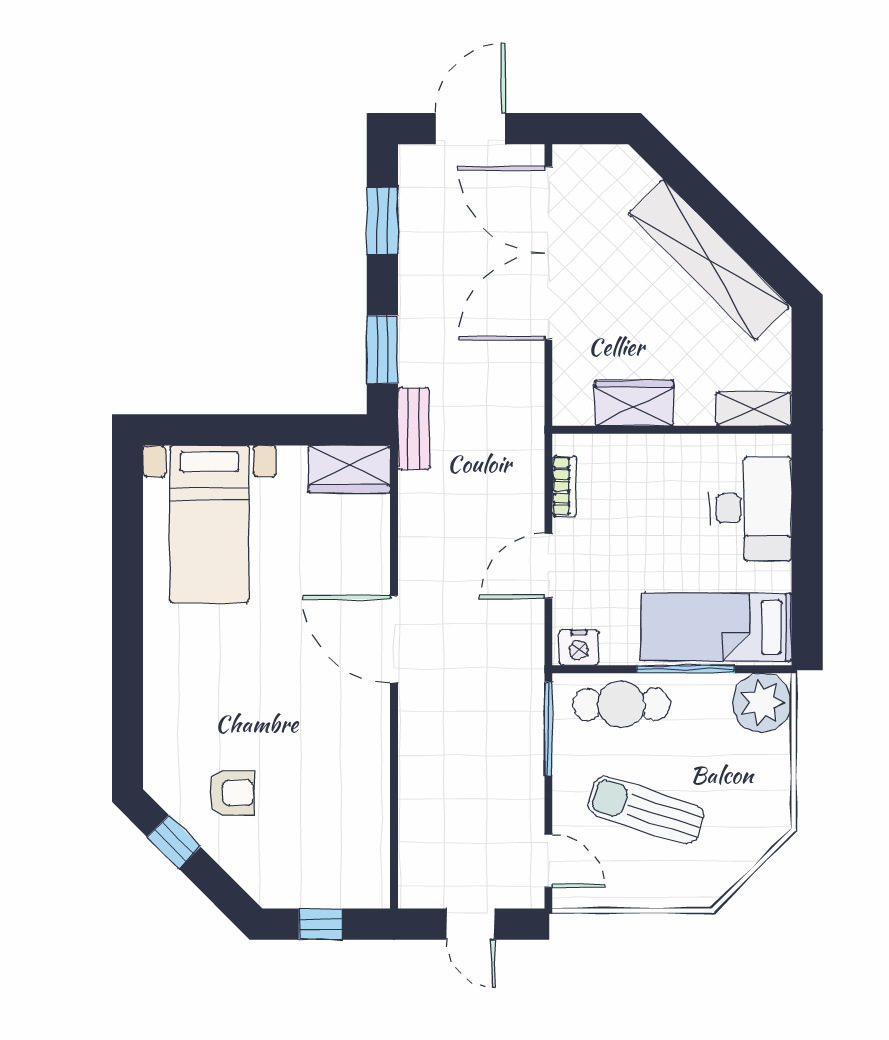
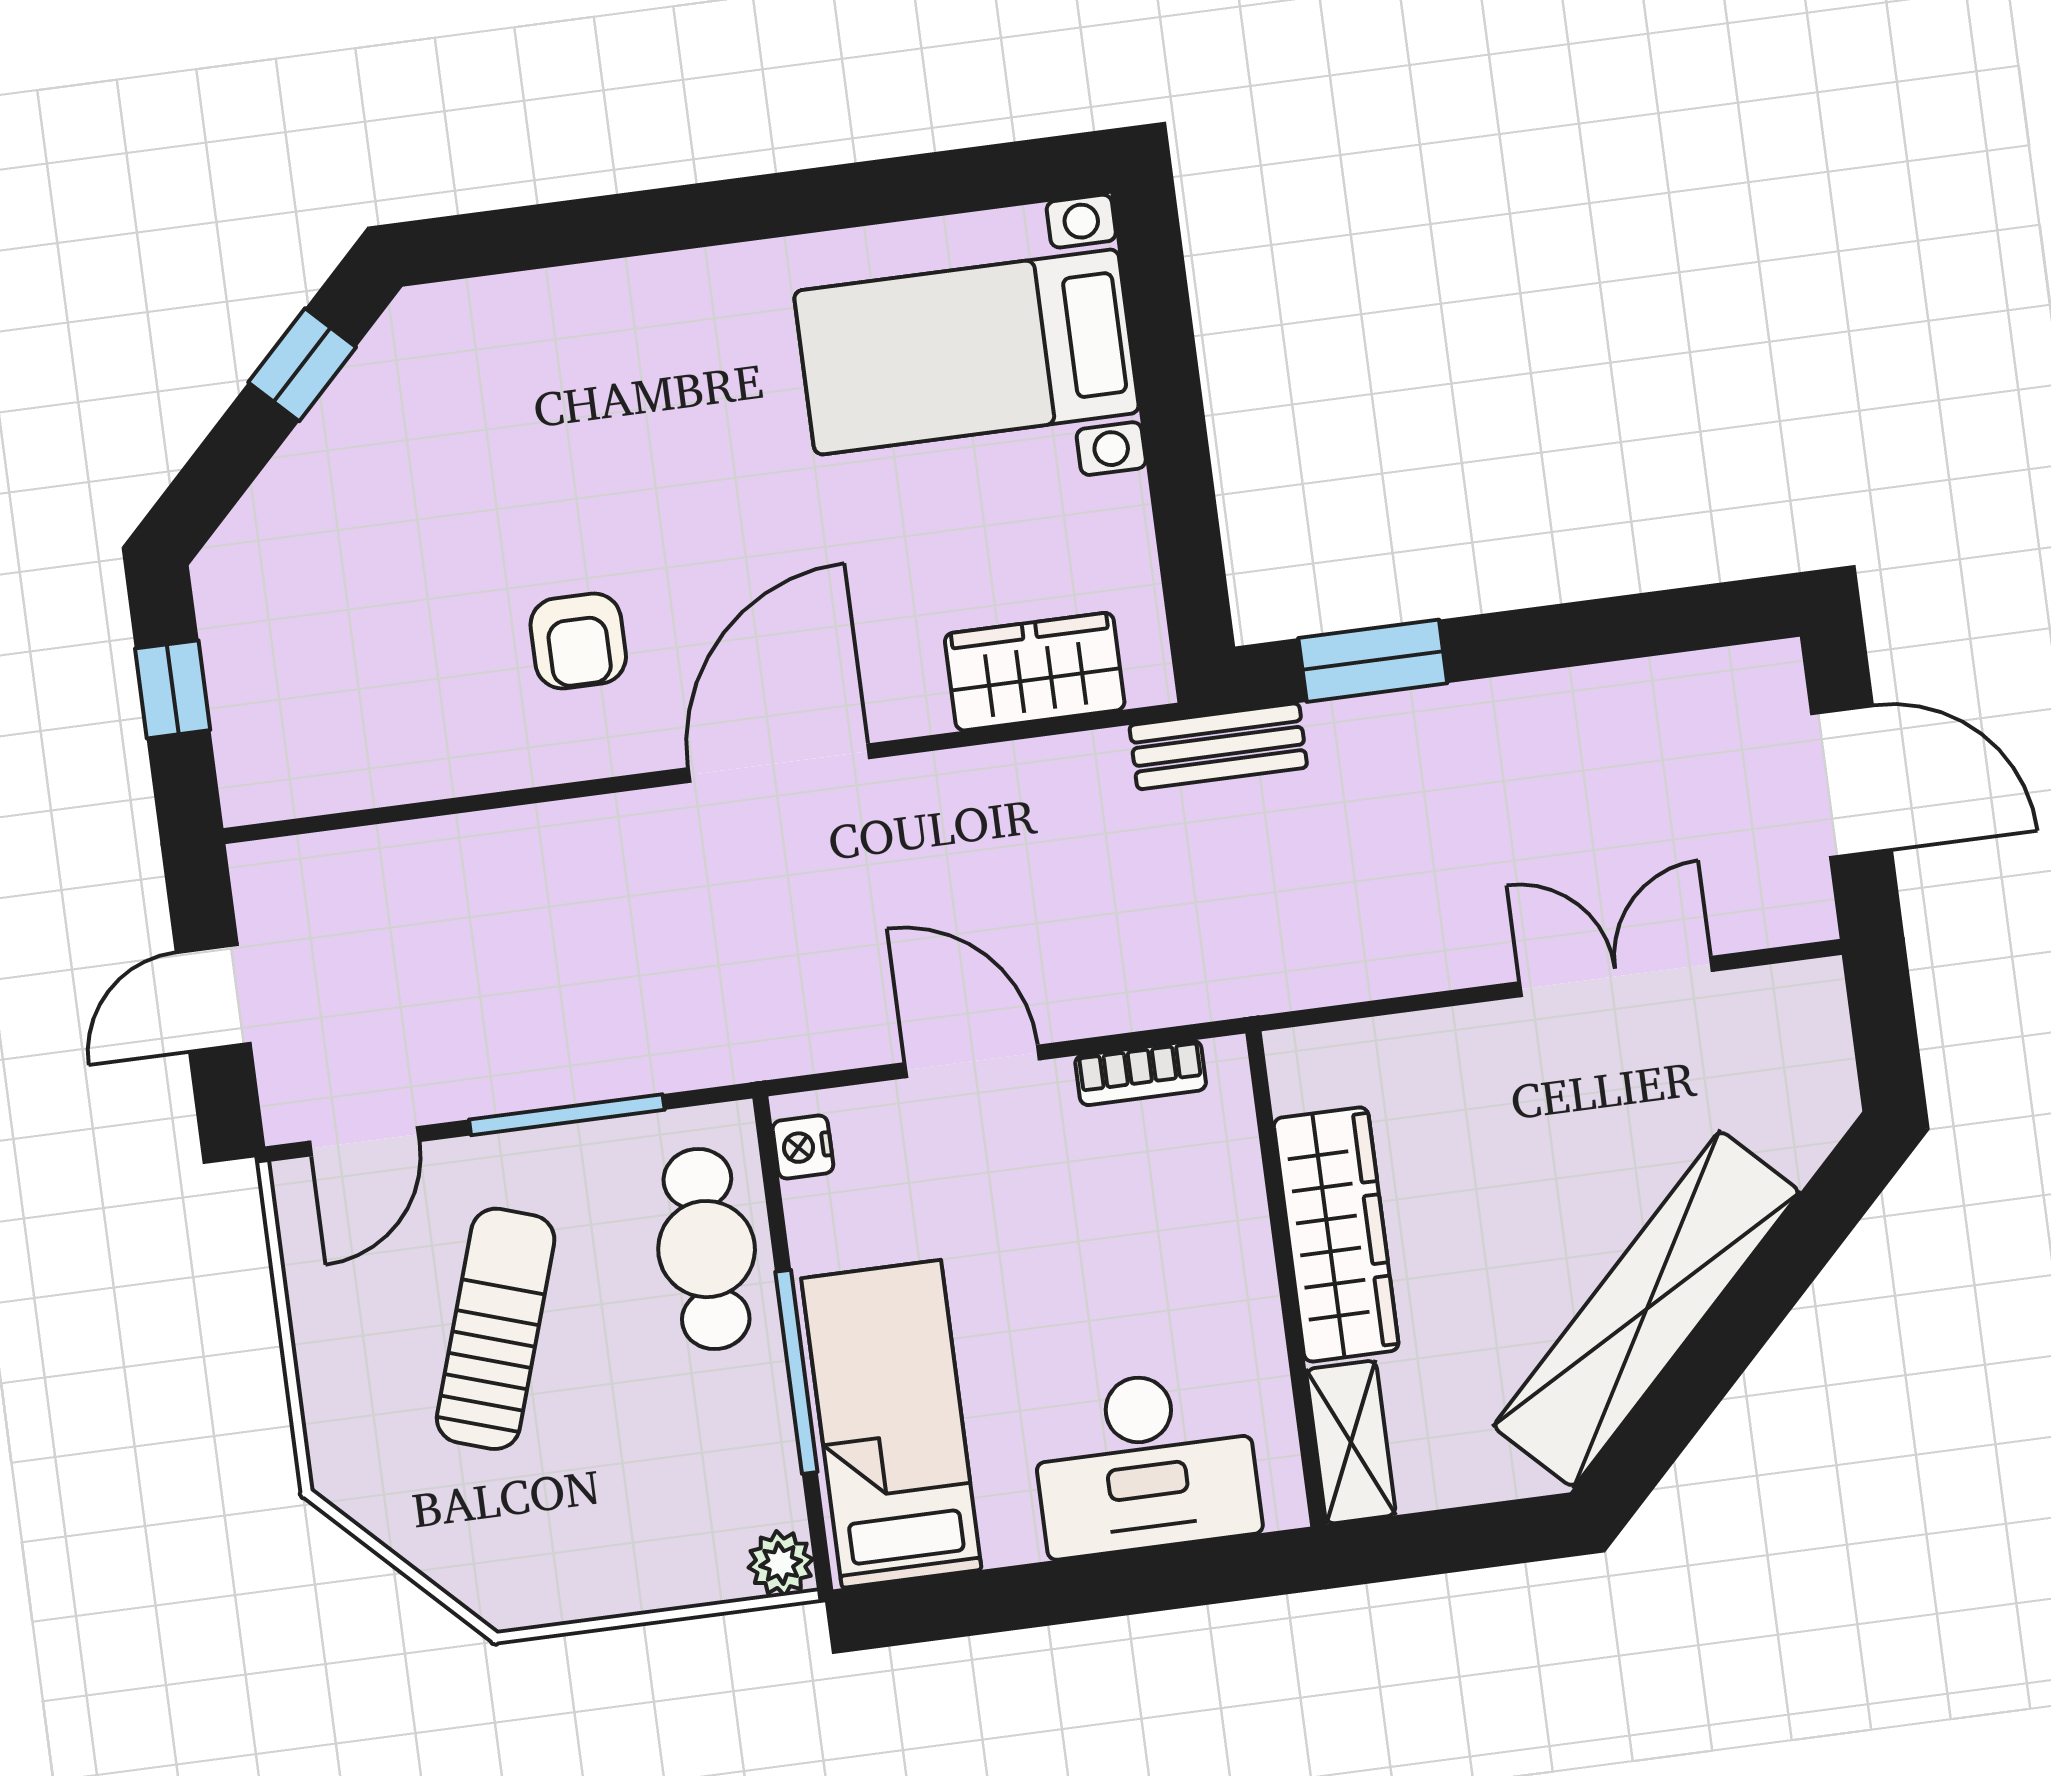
window: (382, 221) -> (1638, 626), removed
double door: (548, 253) -> (1616, 977), width x0.54
wardrobe: (634, 403) -> (1336, 1234), width x1.50
wardrobe: (349, 469) -> (1035, 672), moved, turned 90
nightstand: (579, 647) -> (803, 1147), width x0.72, depth x0.74
plant: (762, 703) -> (781, 1563), width x0.53, depth x0.53
window: (548, 729) -> (567, 1115), moved
armchair: (232, 793) -> (578, 641), moved

